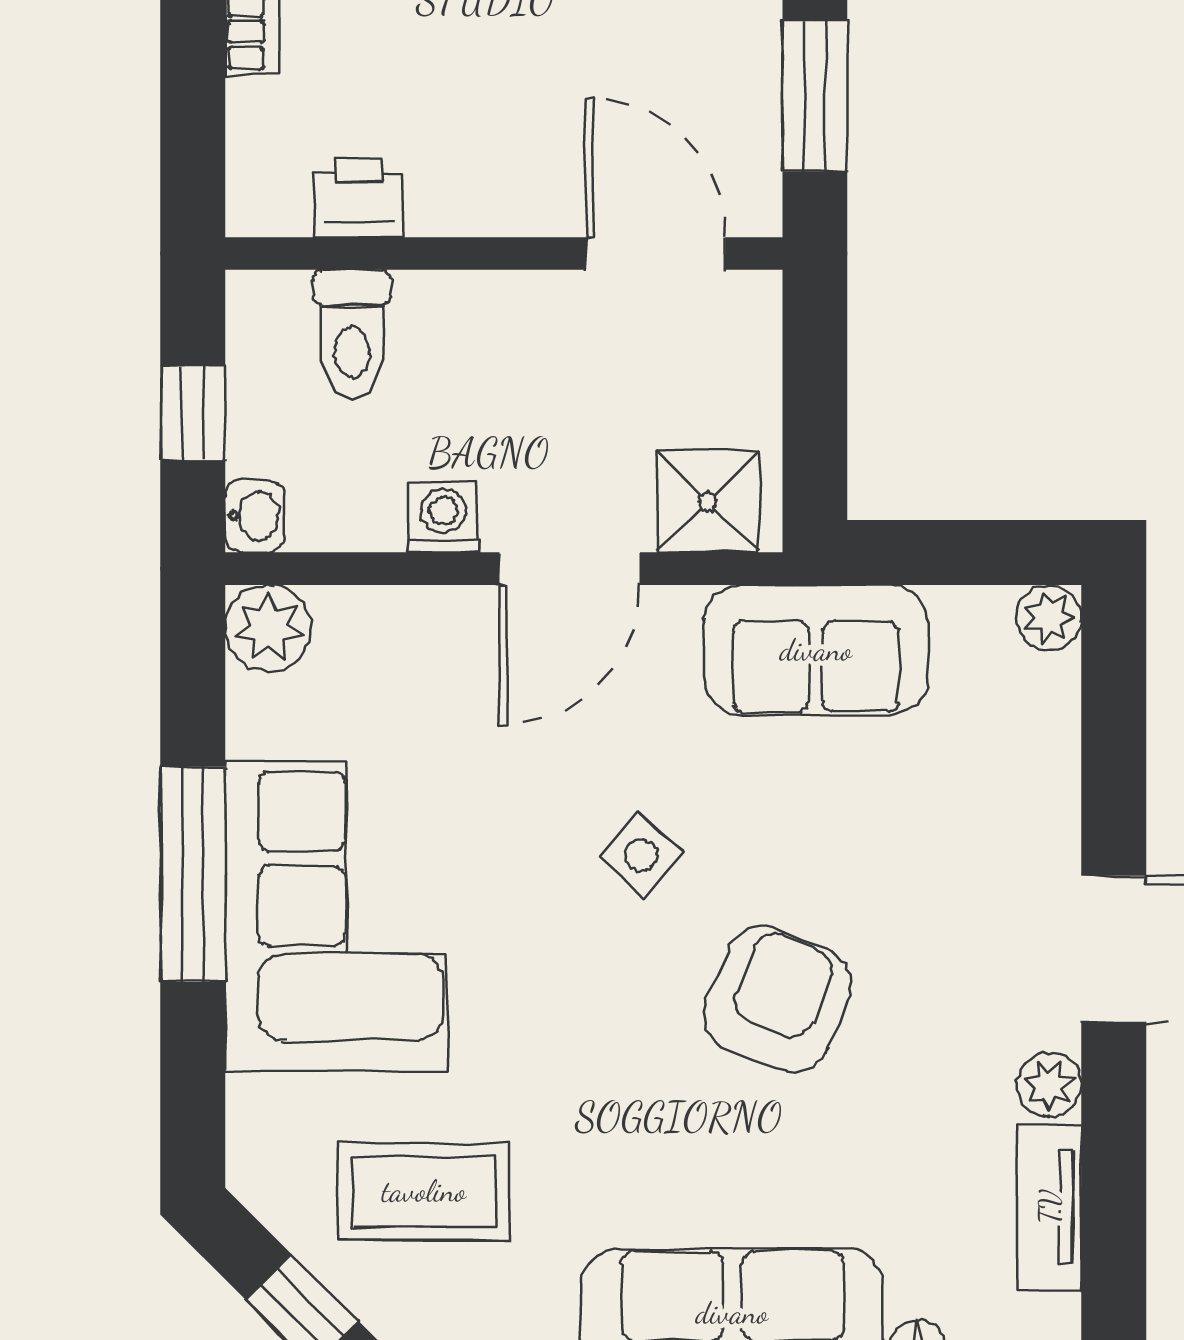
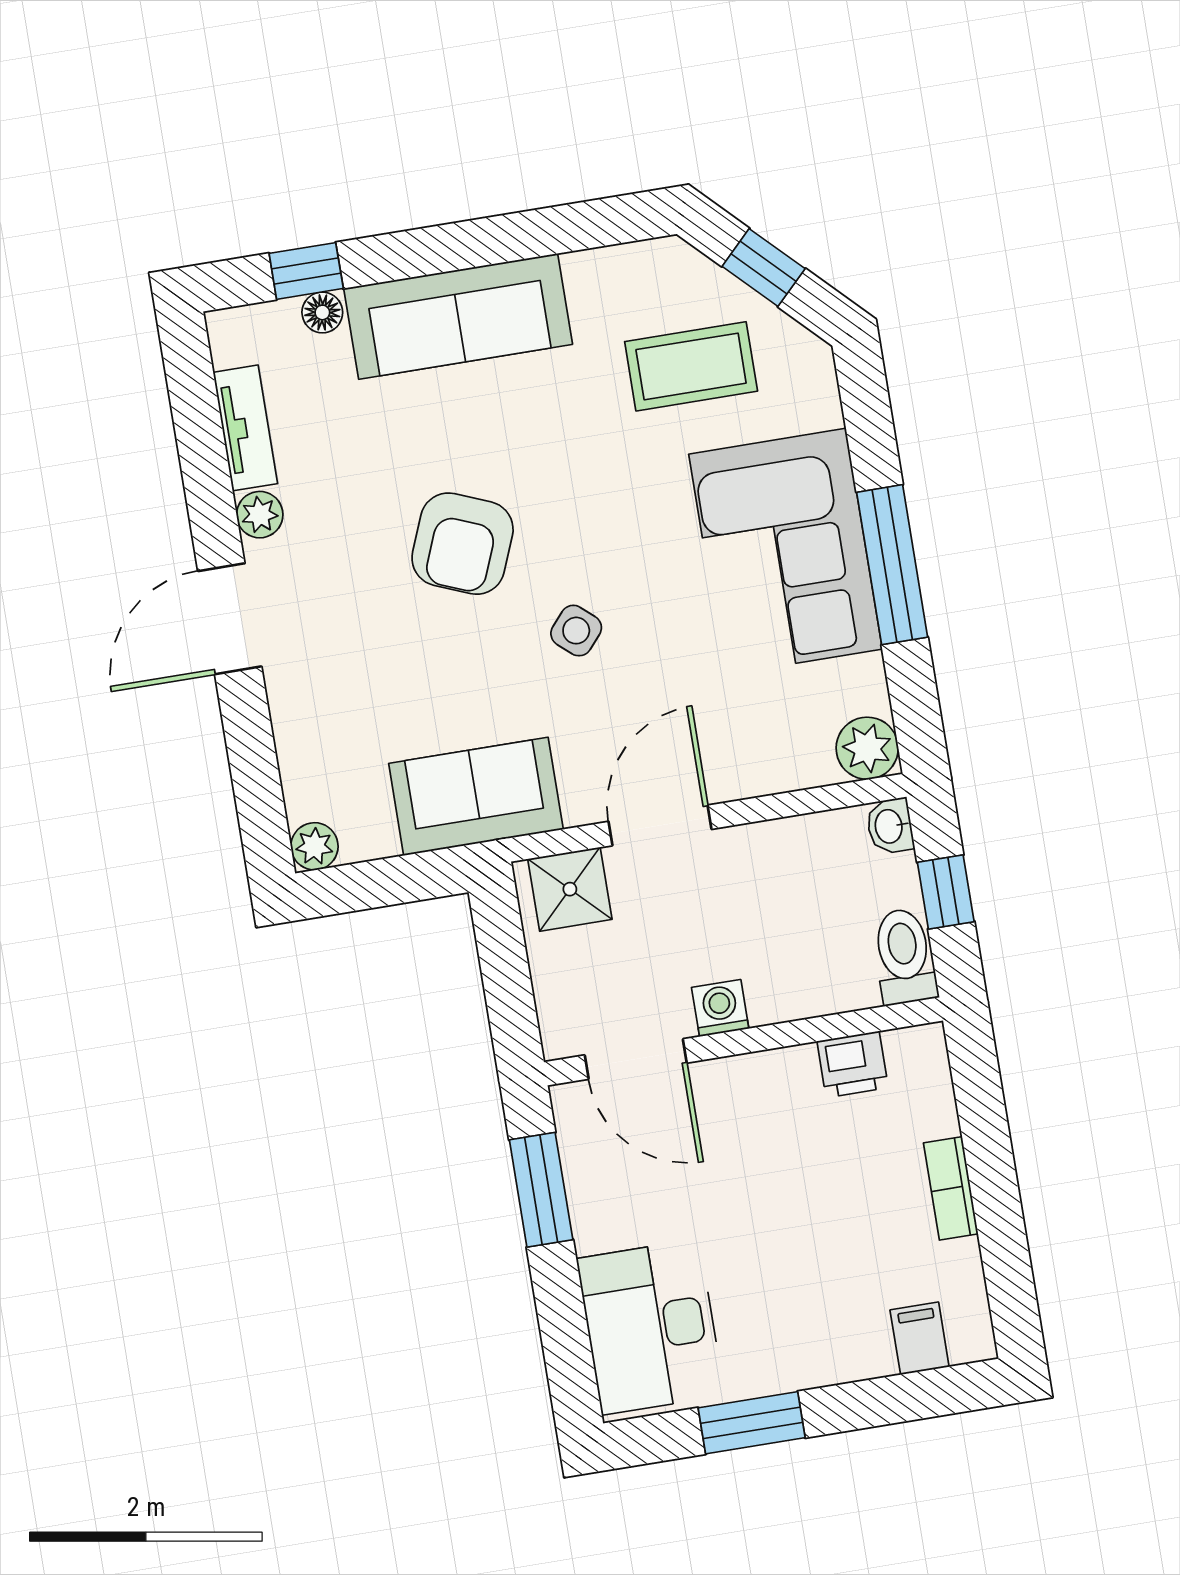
toilet: (352, 334) -> (904, 956), moved
washing machine: (443, 518) -> (720, 1008), moved, turned 180

